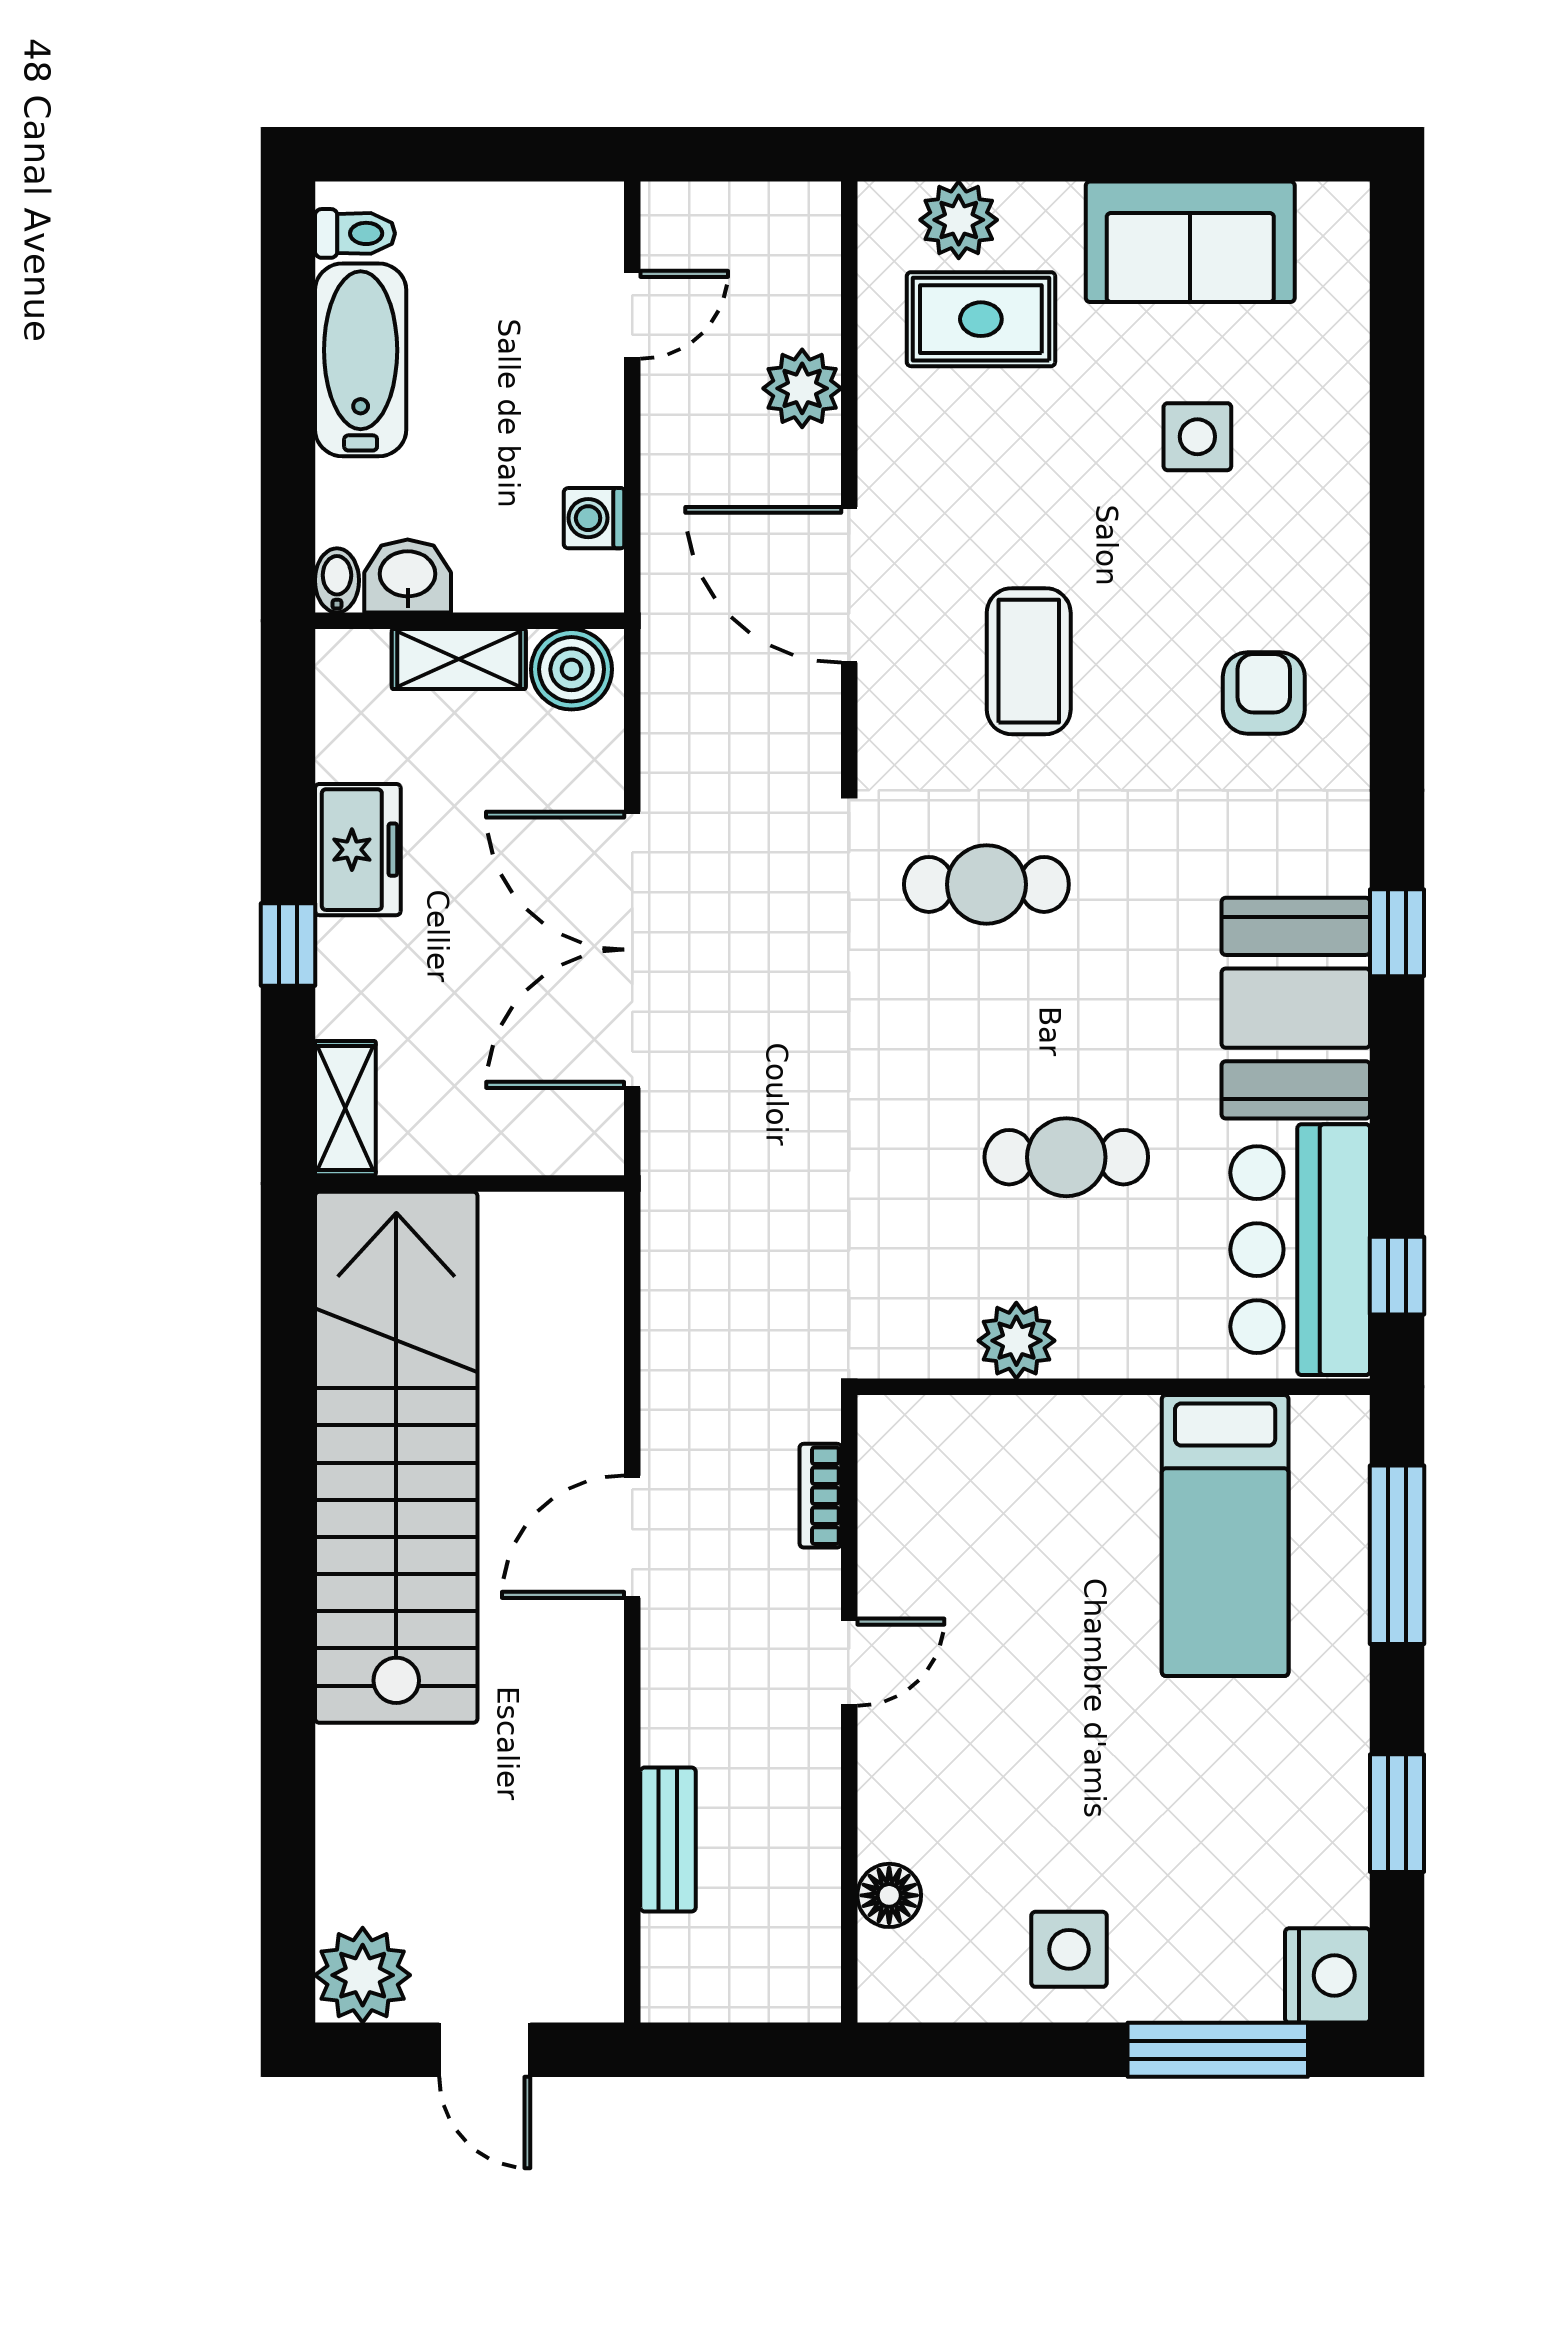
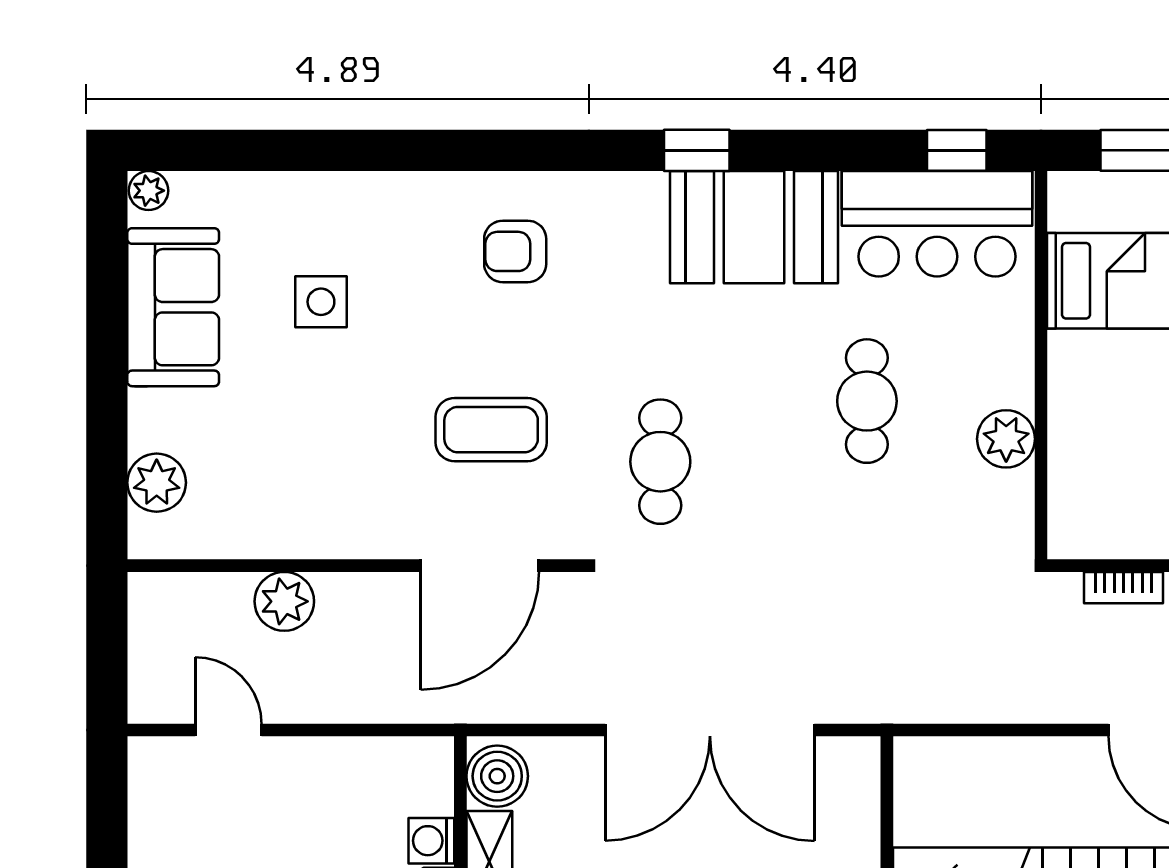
plant: (1344, 209) -> (149, 191), added
rug: (981, 319) -> (232, 466), removed
washing machine: (594, 518) -> (431, 841), moved, turned 90
door: (849, 585) -> (480, 566), moved

